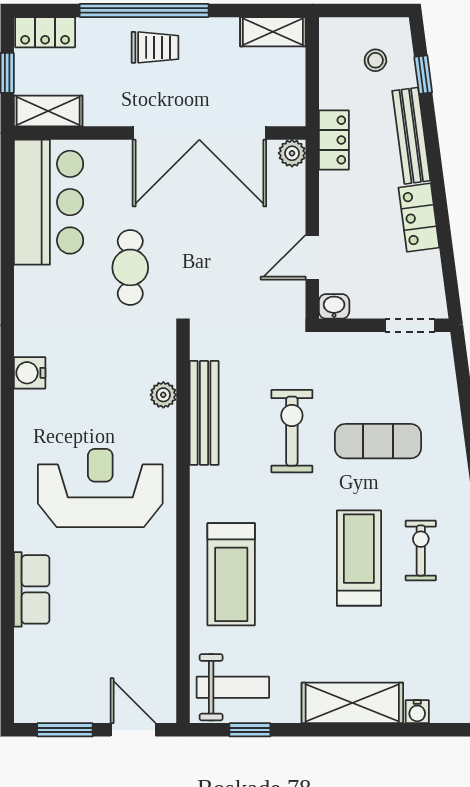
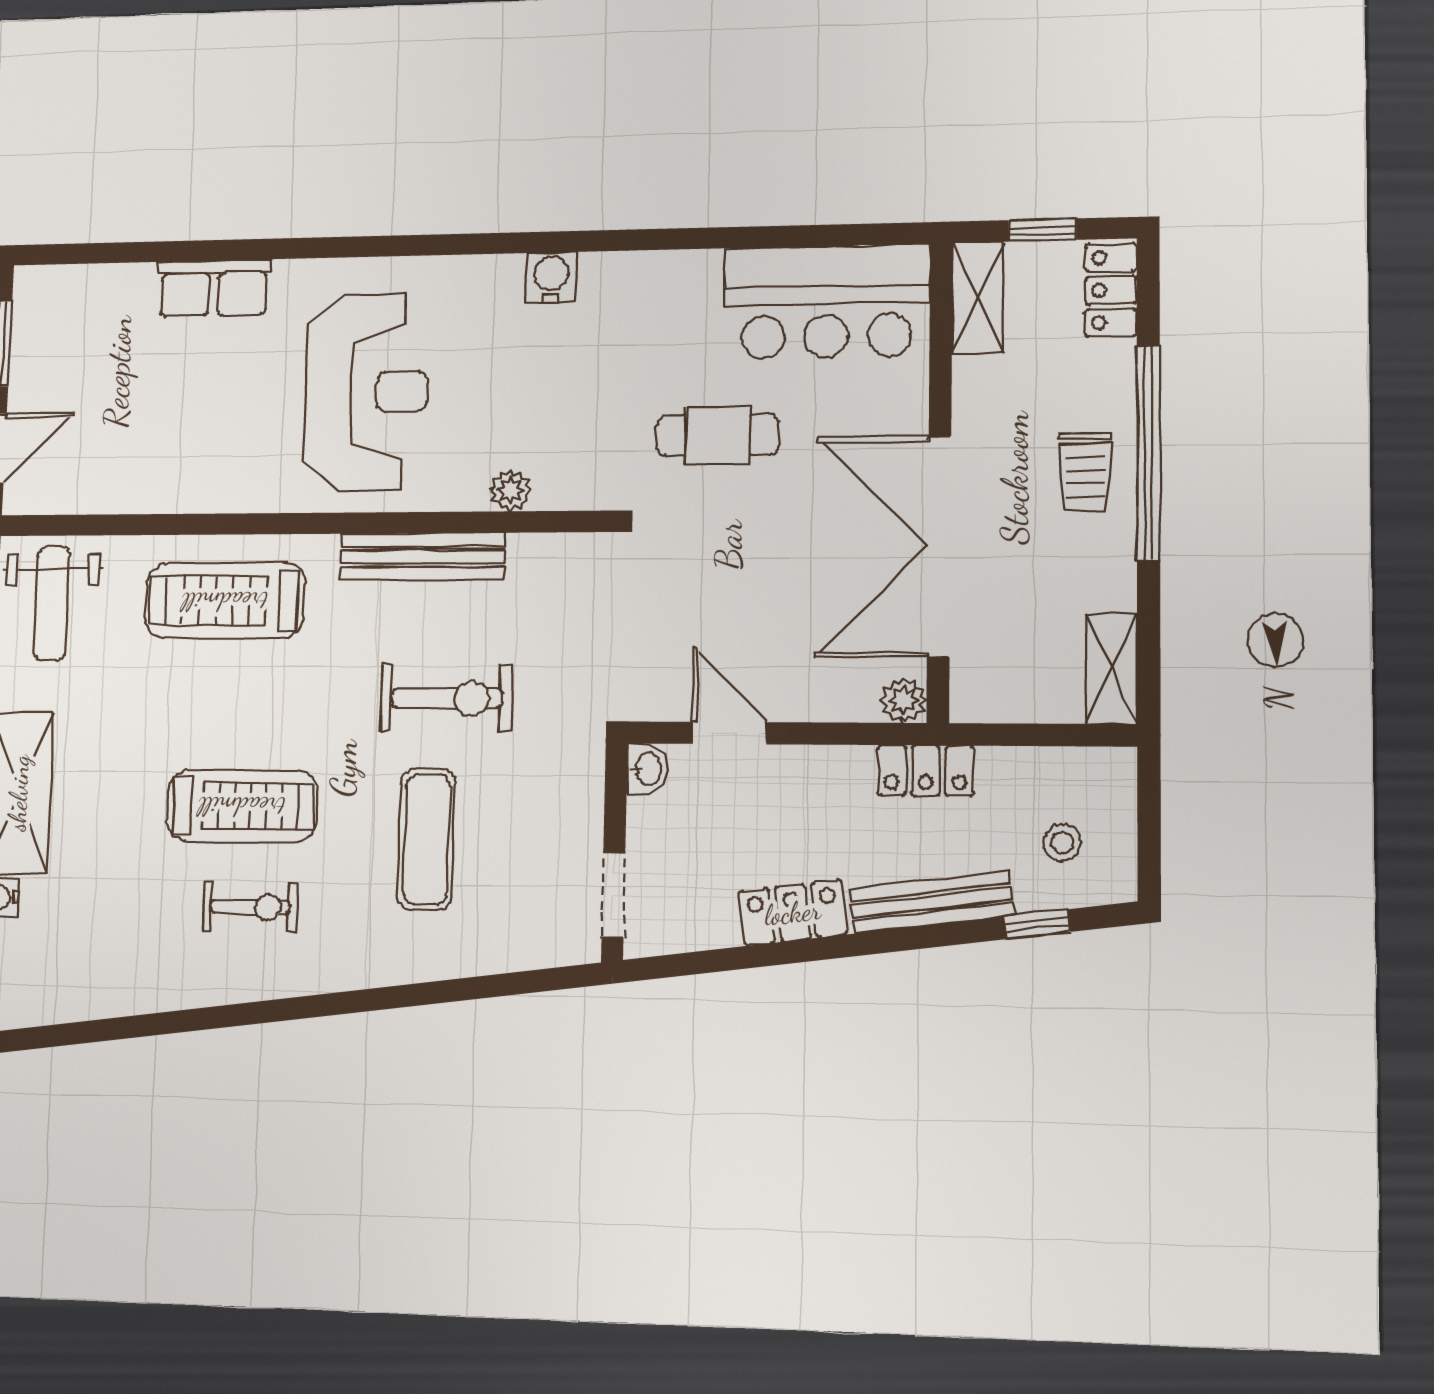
bench: (204, 413) -> (423, 557), moved

